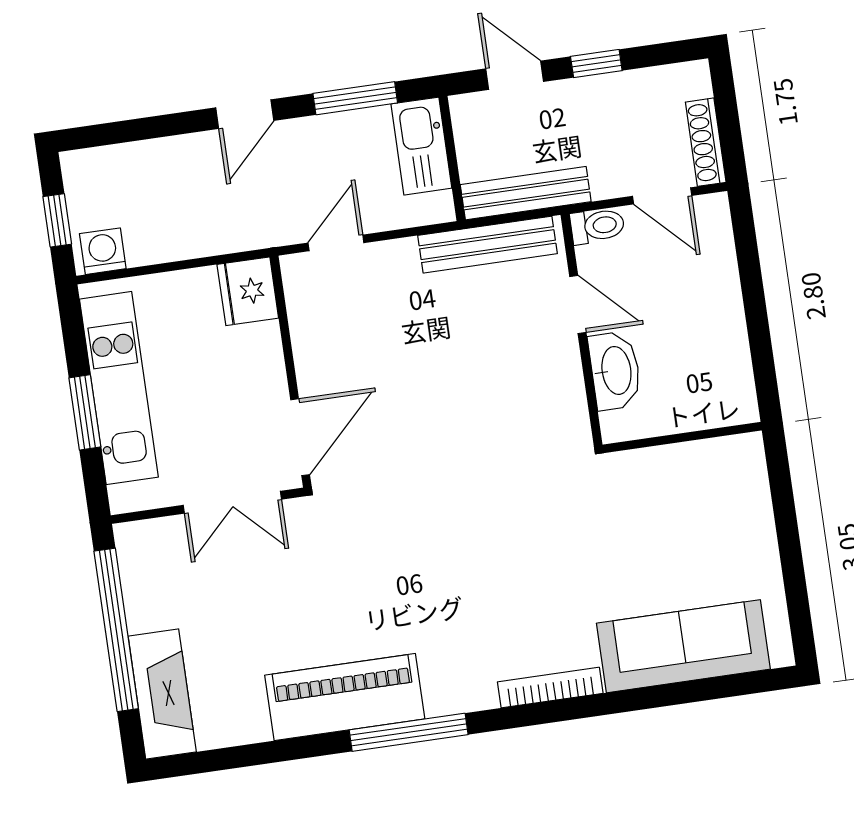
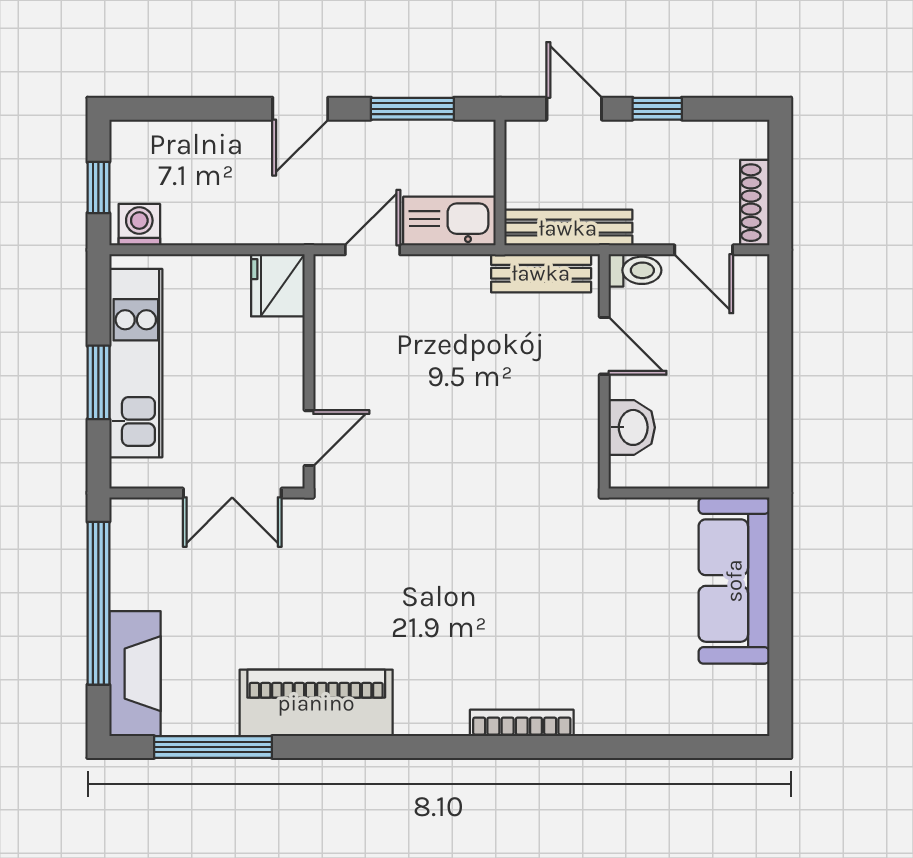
kitchen sink: (421, 146) -> (449, 221), moved, turned 90
bench: (487, 245) -> (541, 273), width x0.73
washbasin: (615, 371) -> (632, 427), width x0.72
door: (300, 437) -> (309, 438), width x0.73
sofa: (683, 646) -> (734, 581), moved, turned -90
window: (409, 732) -> (213, 747), moved

